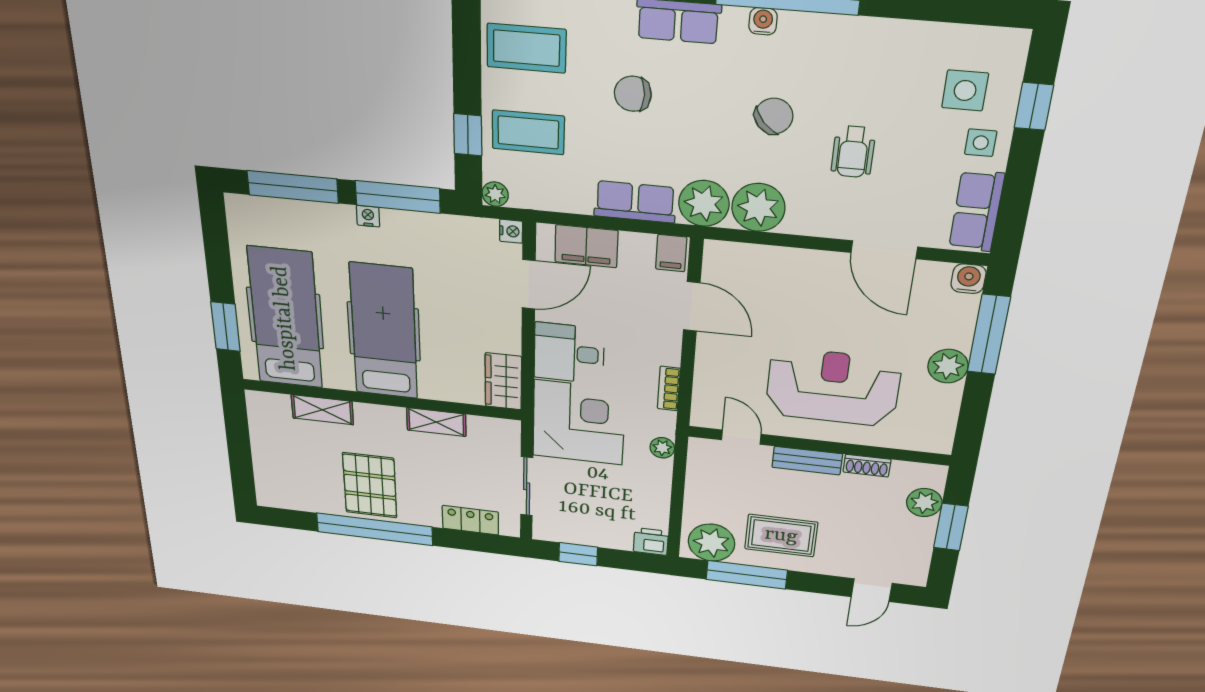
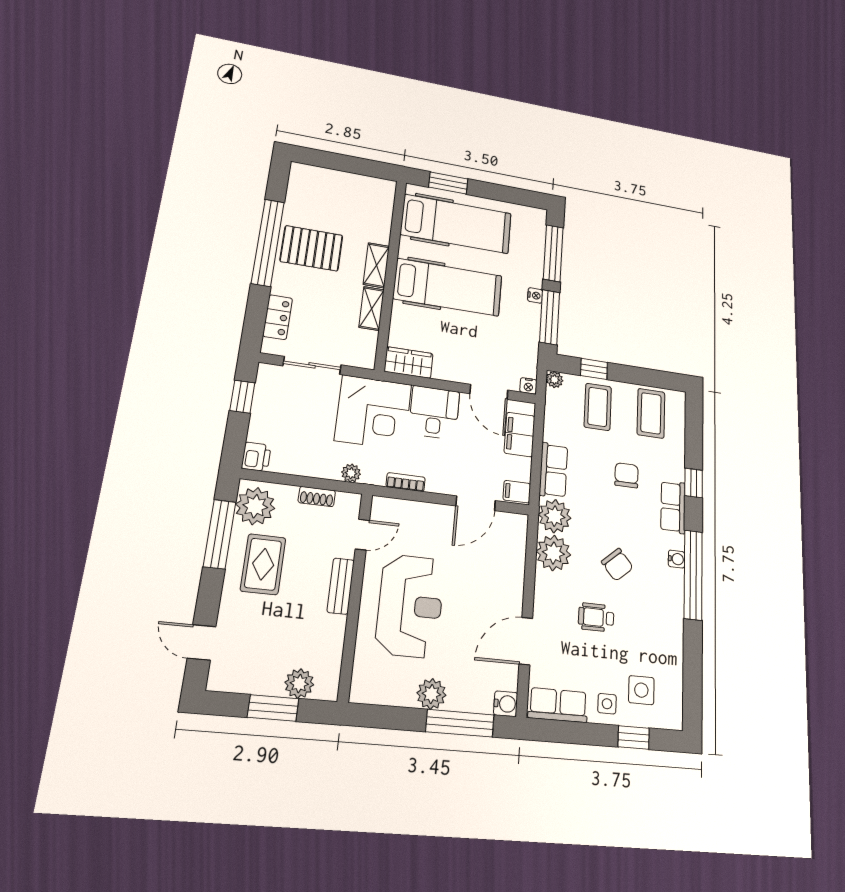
shelving: (322, 410) -> (376, 265), moved
shoe rack: (867, 466) -> (317, 497), moved, turned -90

